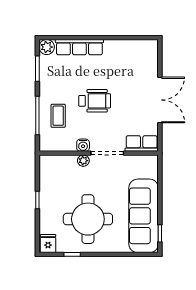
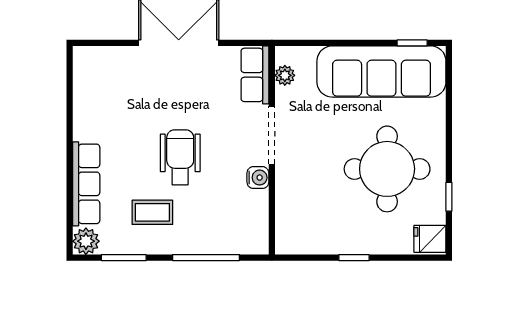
coffee table: (58, 116) -> (152, 212), moved
plant: (83, 161) -> (285, 75), moved

